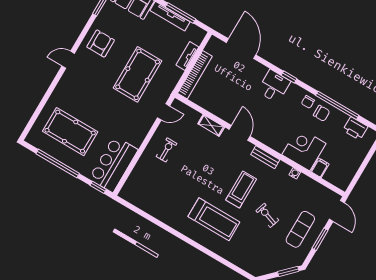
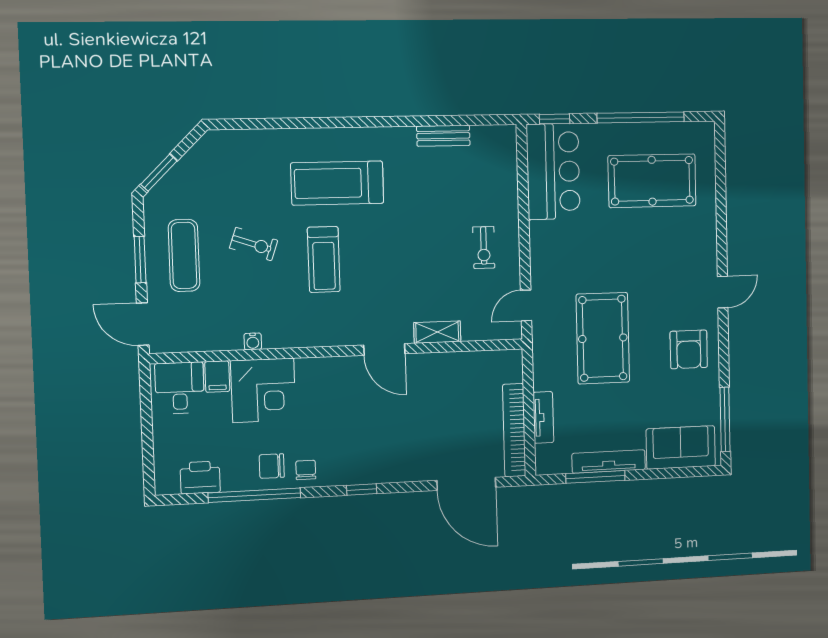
bookcase: (195, 75) -> (514, 430), moved
desk: (274, 86) -> (180, 388), moved, turned 180
bench: (265, 157) -> (443, 136), moved

